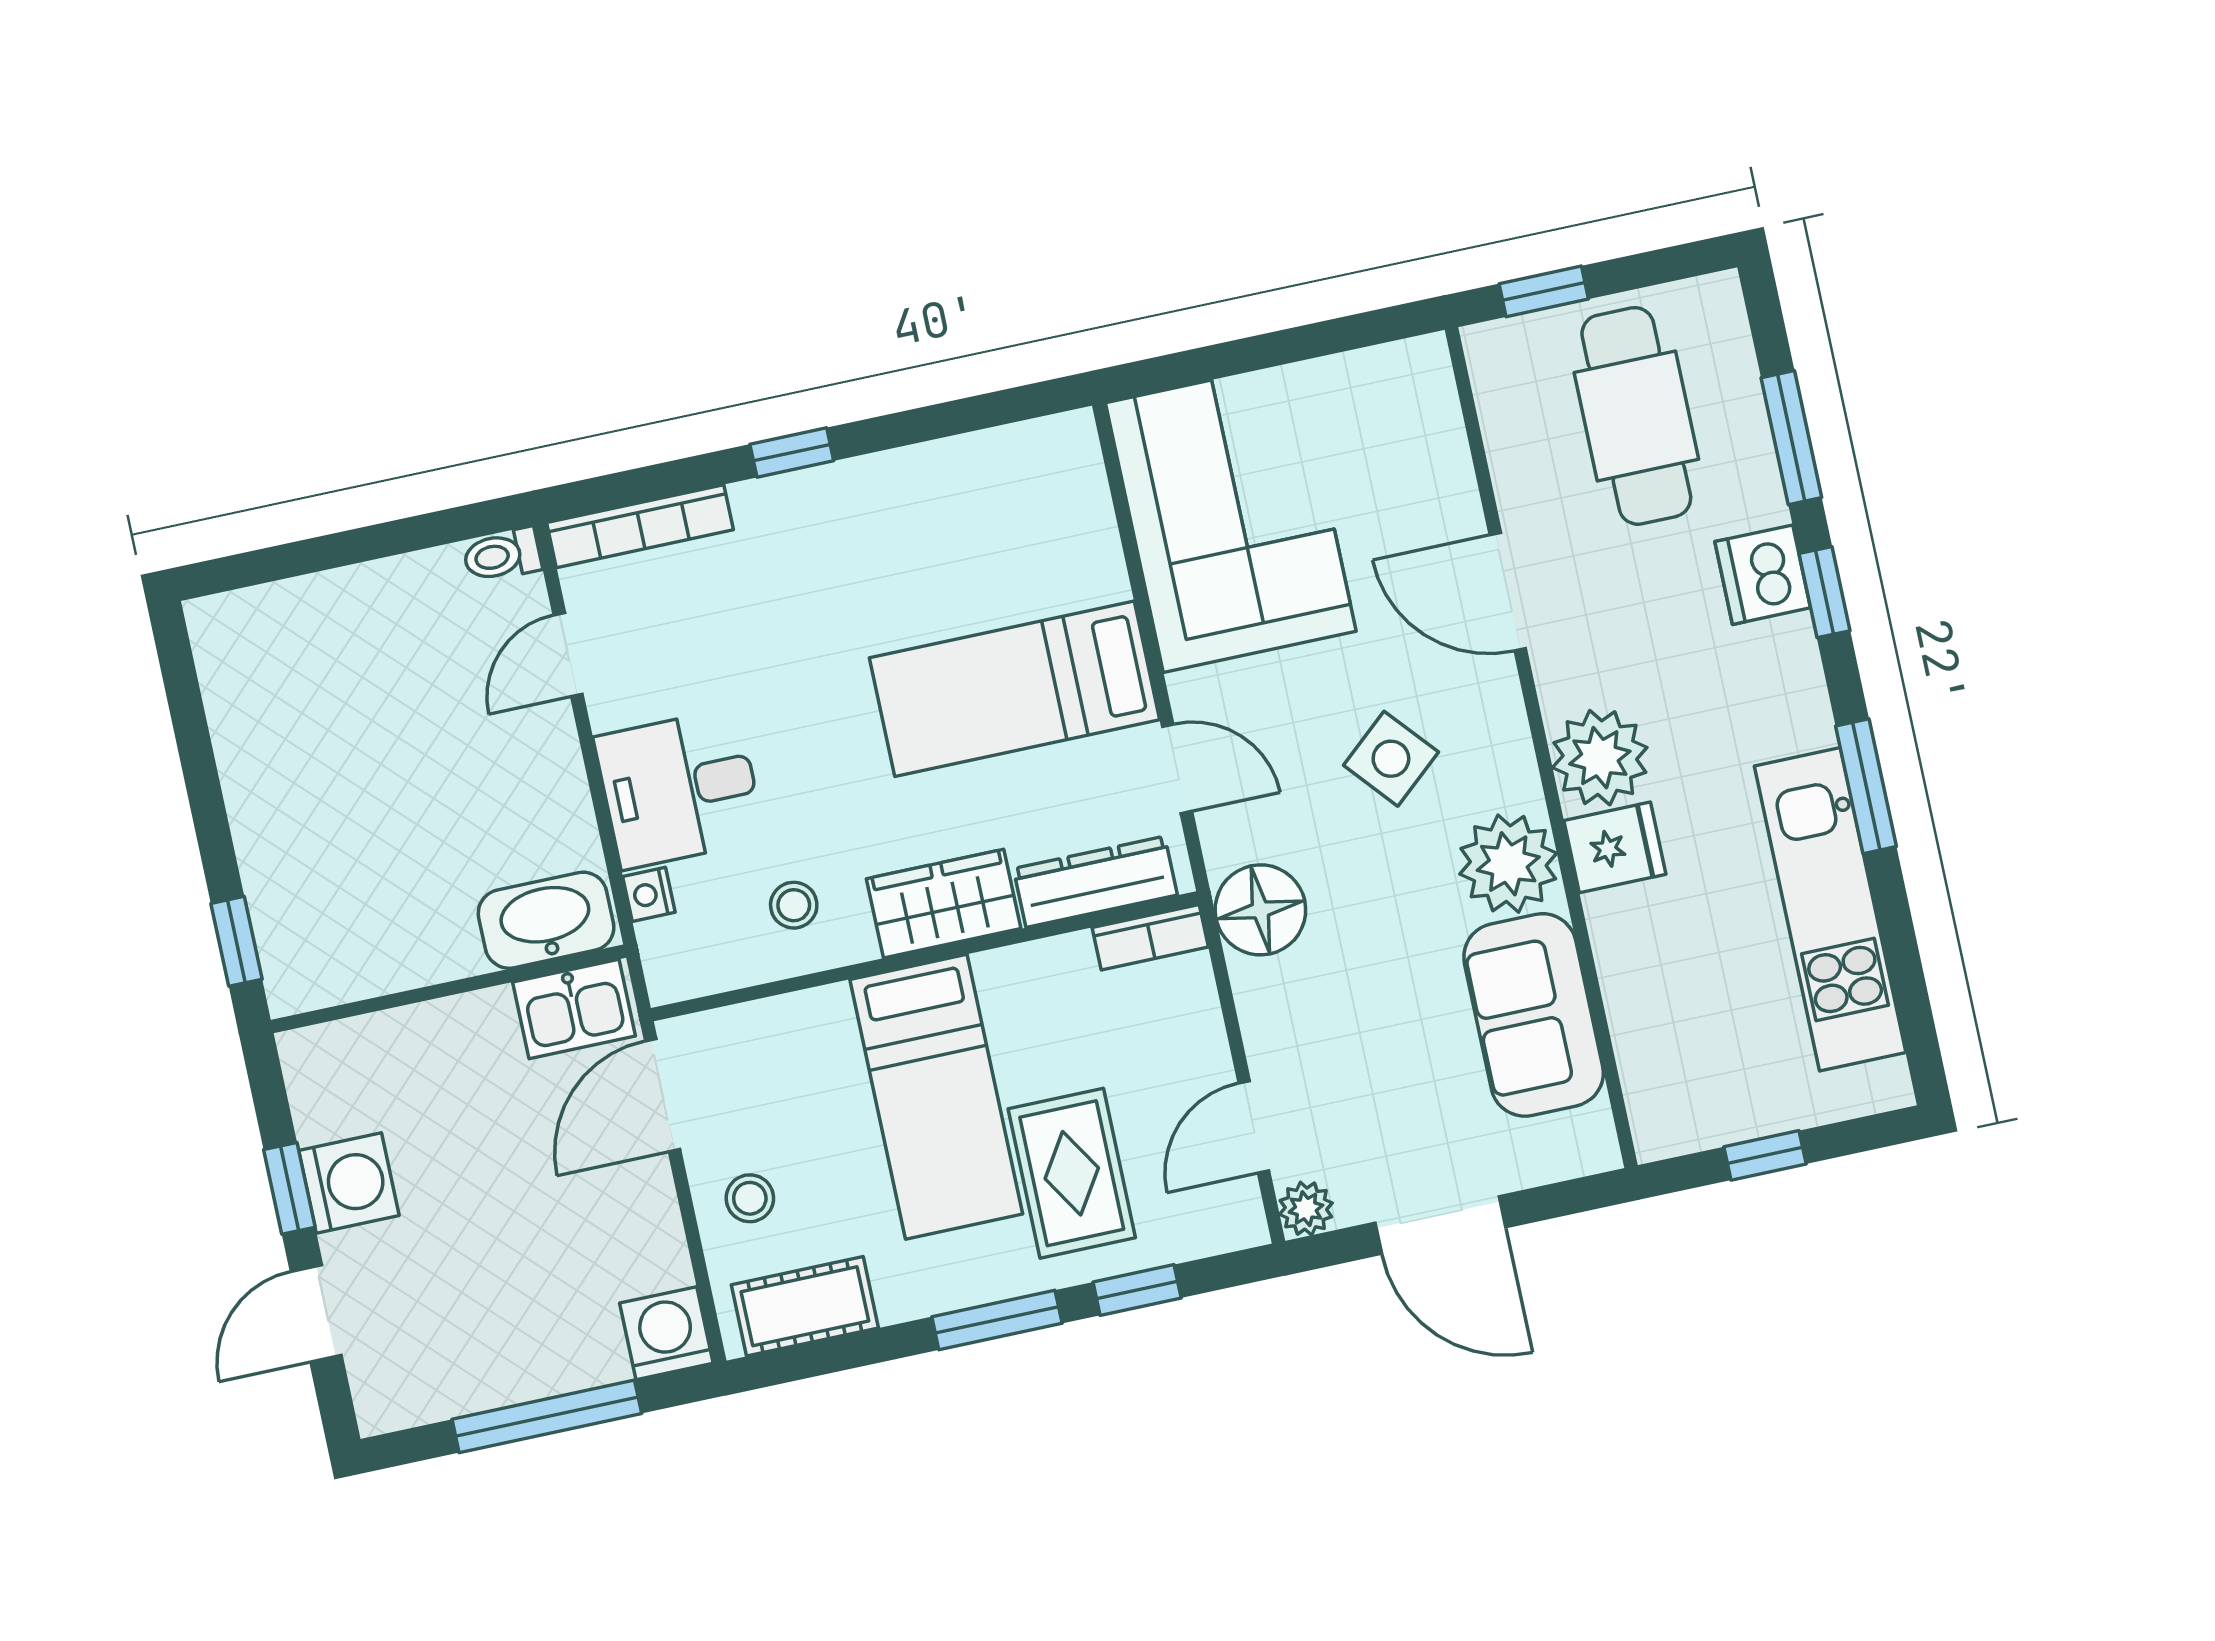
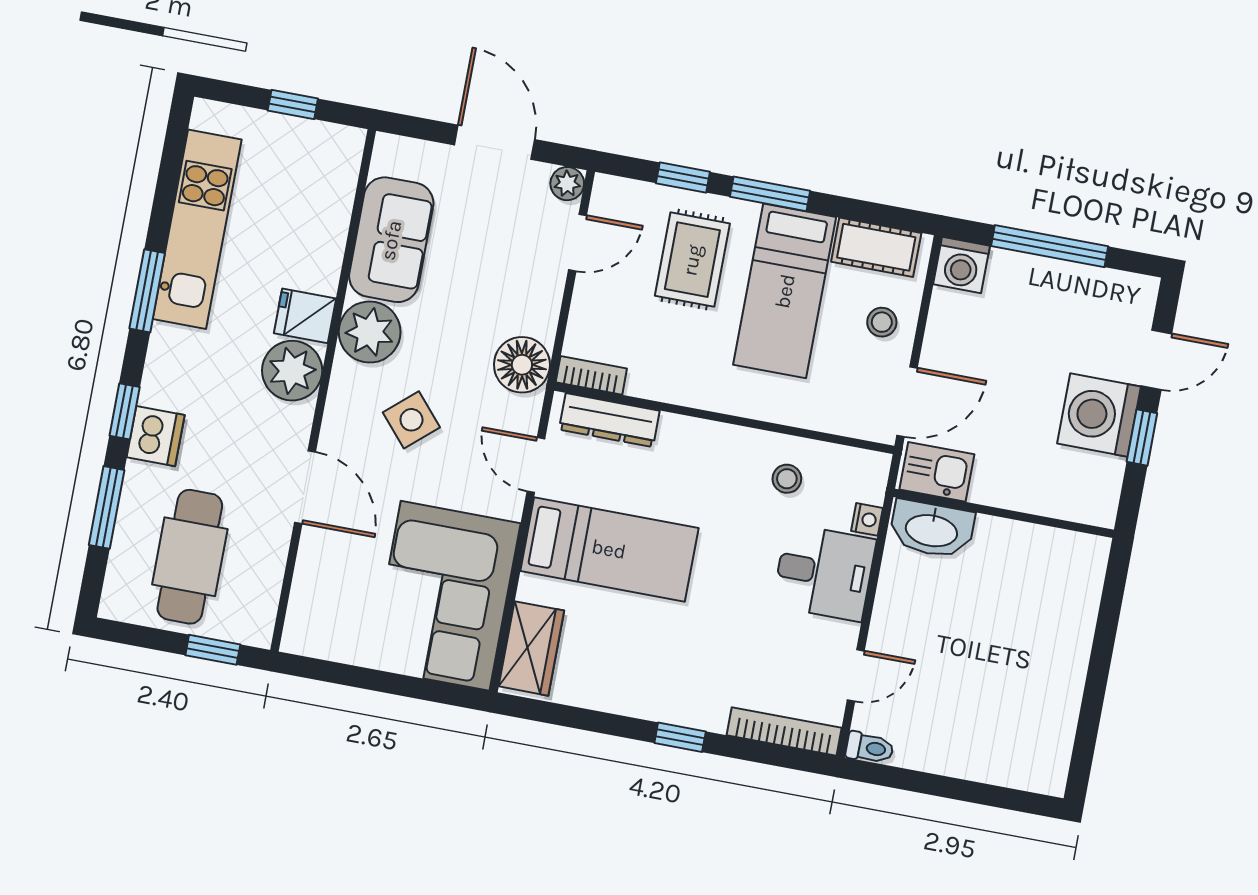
wardrobe: (944, 904) -> (531, 648), moved, turned -90
window: (236, 941) -> (1113, 591), removed
bed: (936, 1097) -> (785, 291), moved, turned 180
washing machine: (349, 1183) -> (1099, 415), width x1.37, depth x1.37

